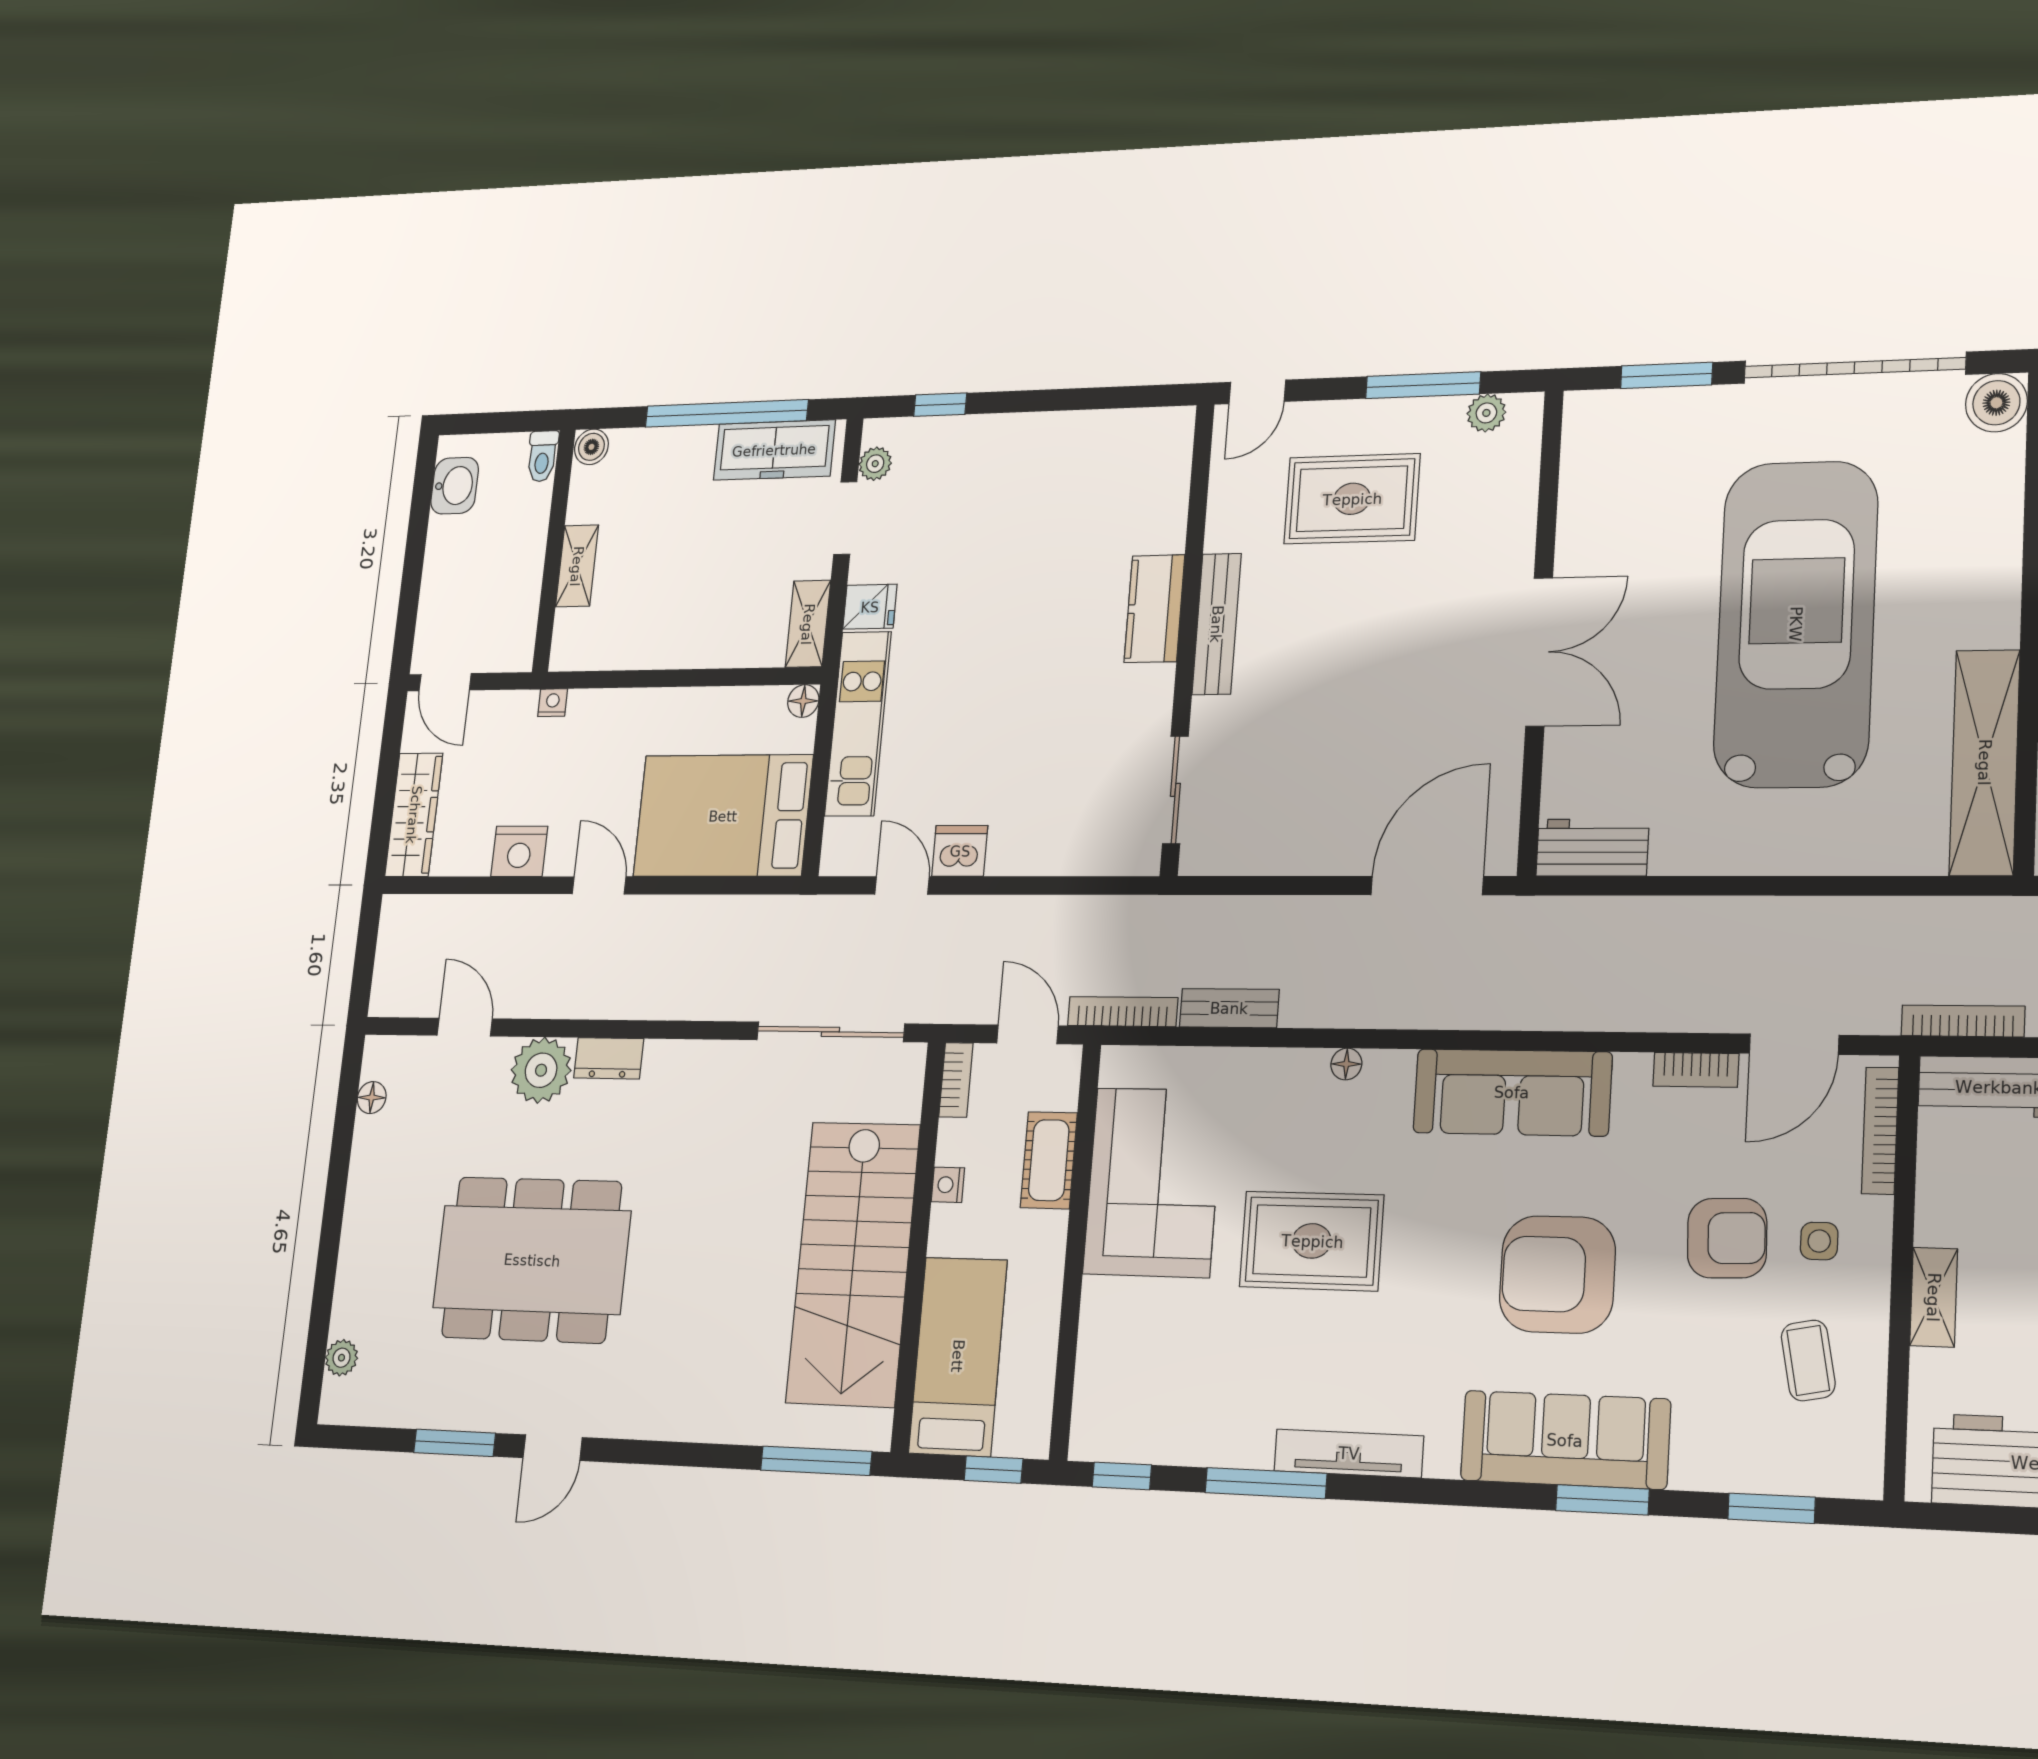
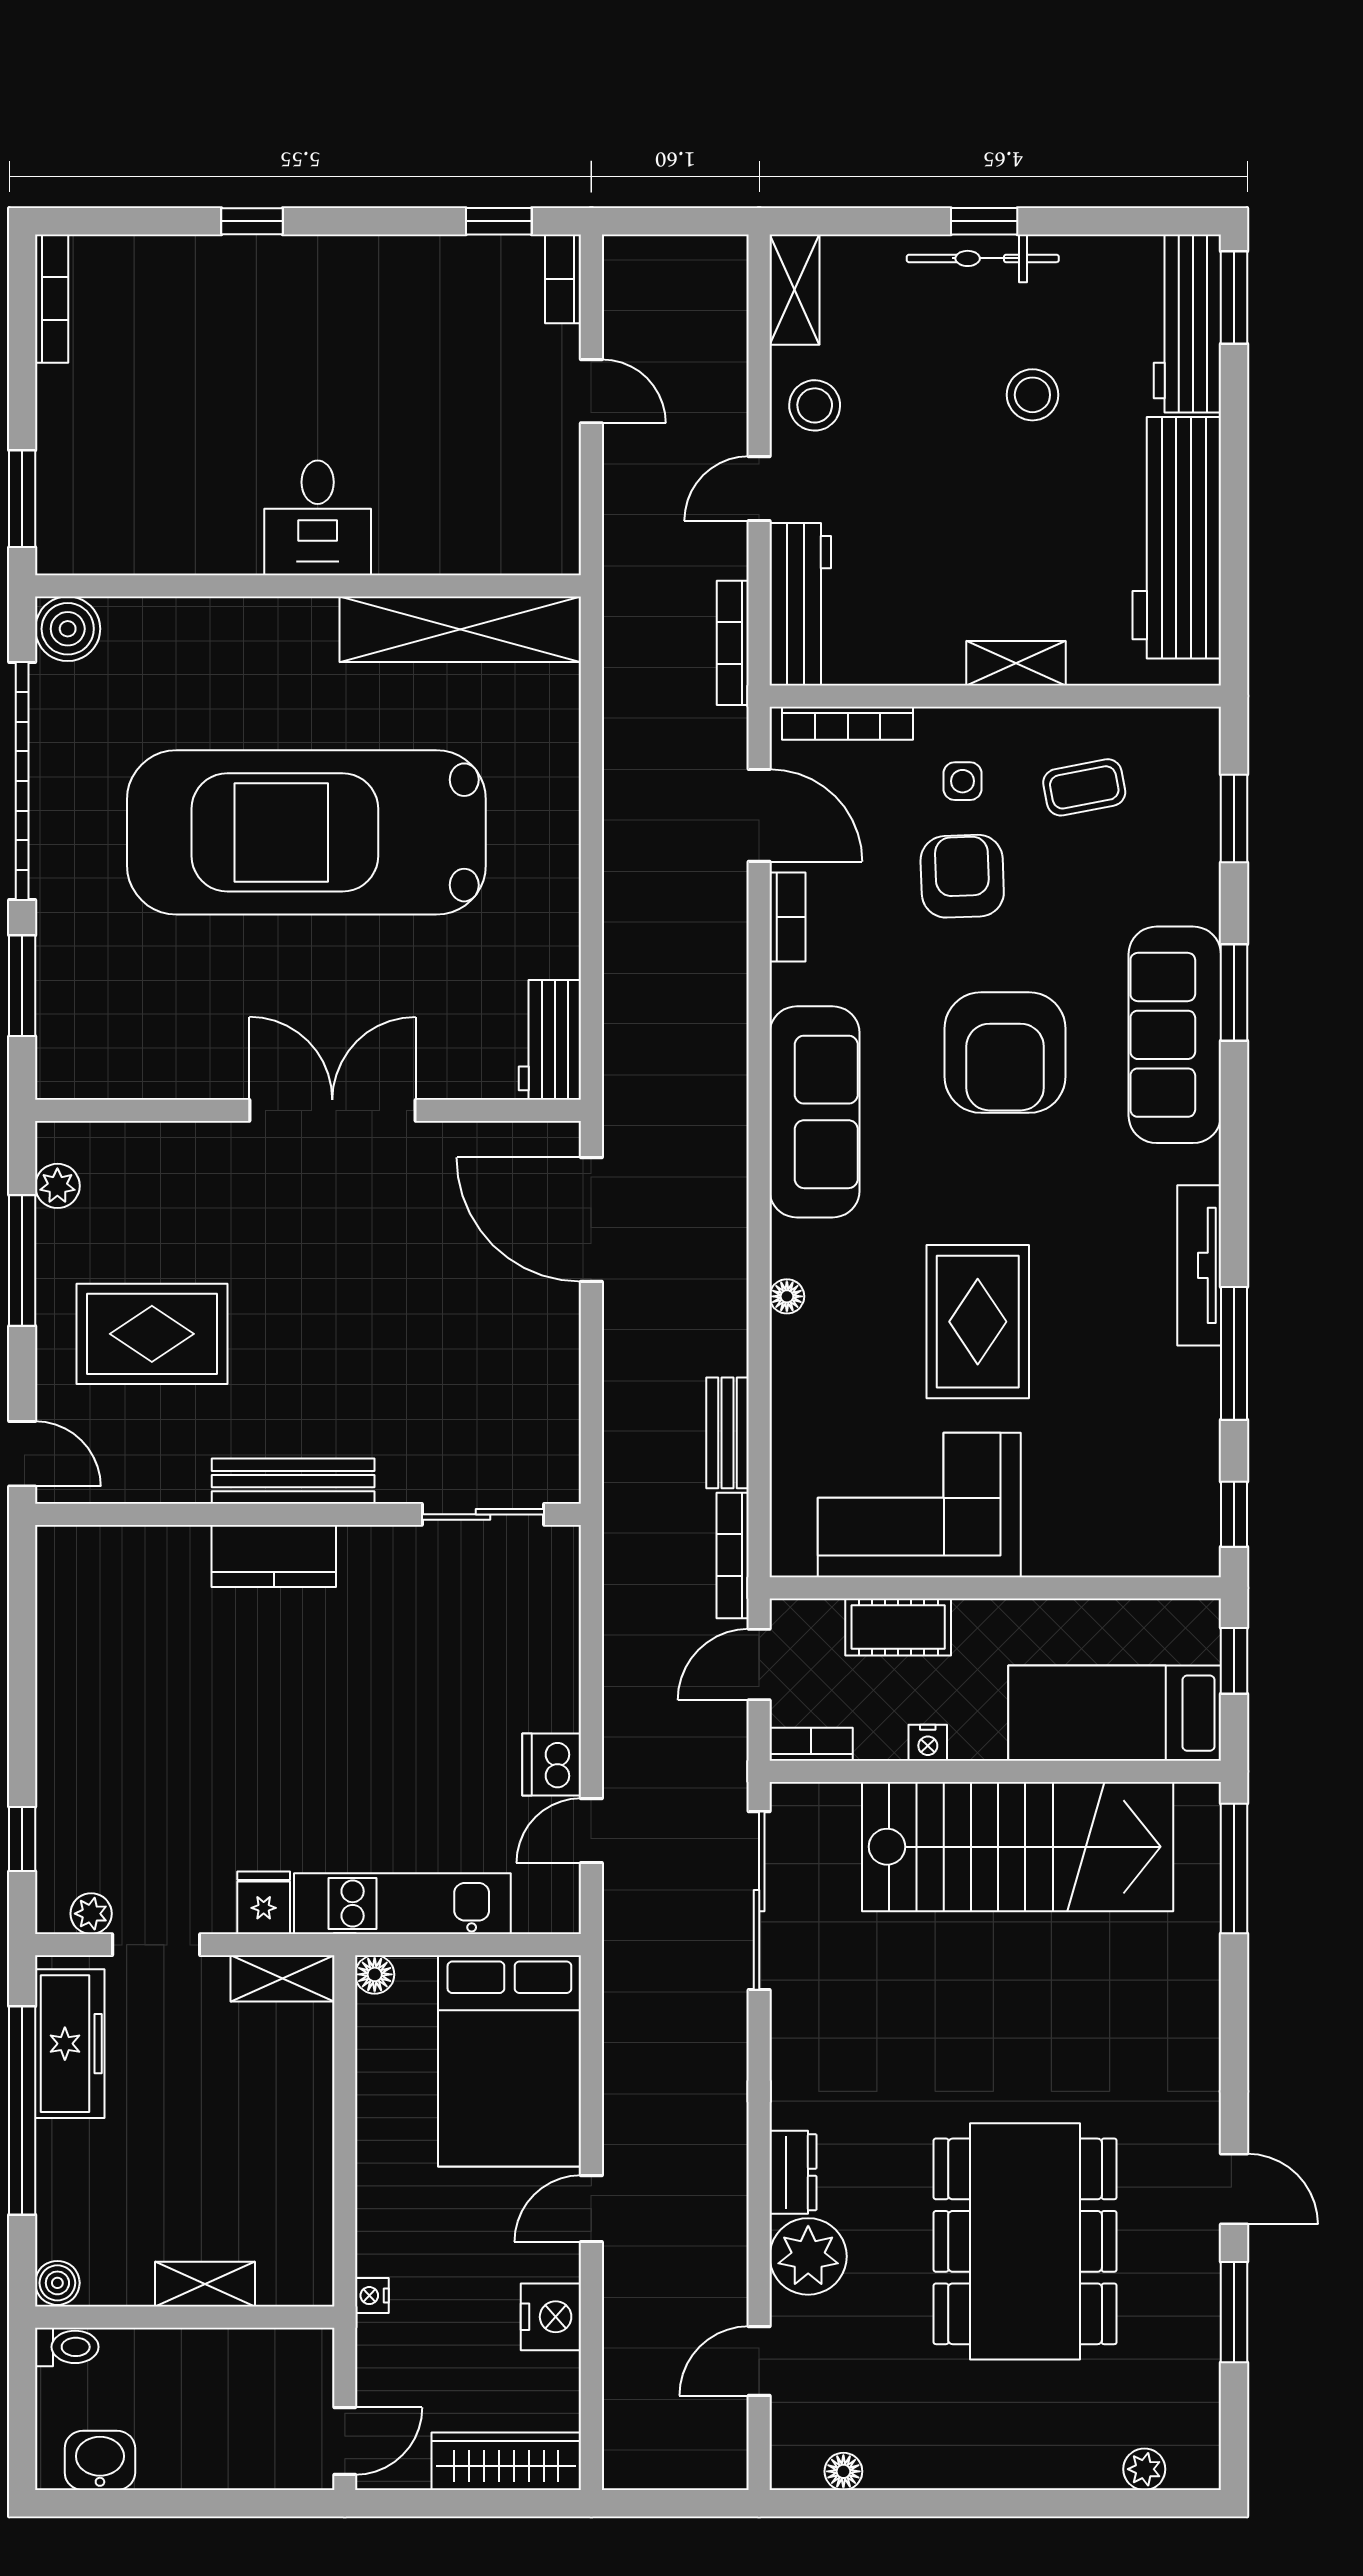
rug: (1352, 499) -> (152, 1334), turned 90

